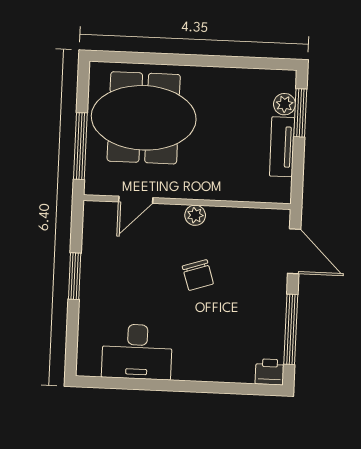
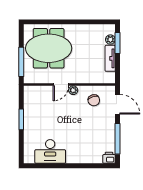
door: (136, 200) -> (61, 85), moved
chair: (198, 275) -> (94, 100), moved

